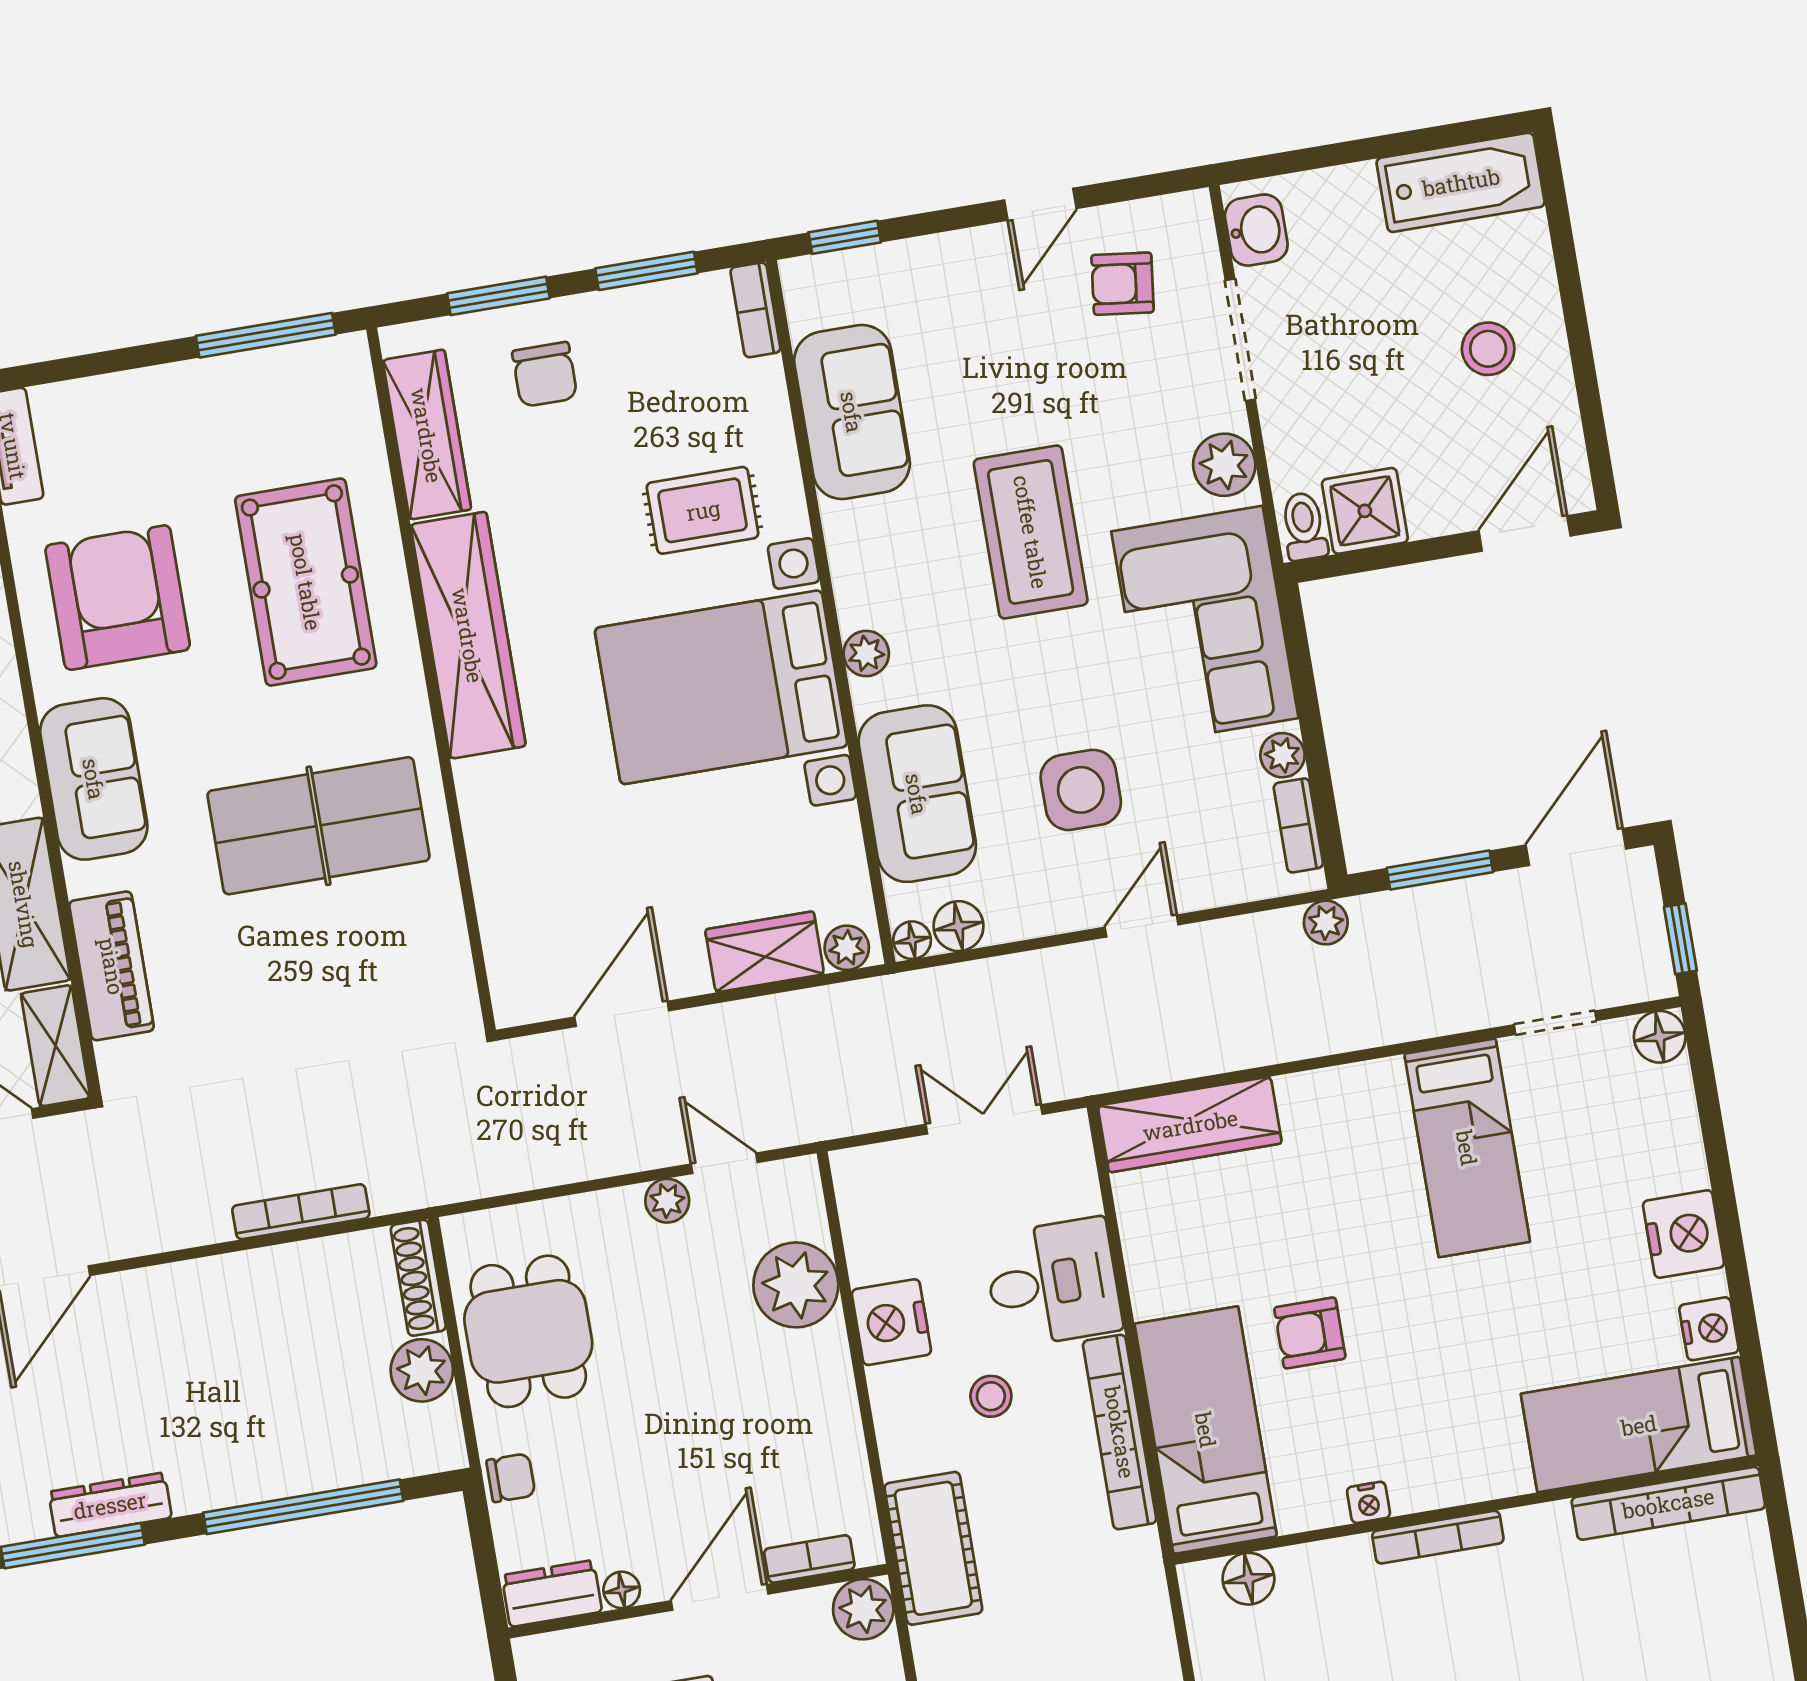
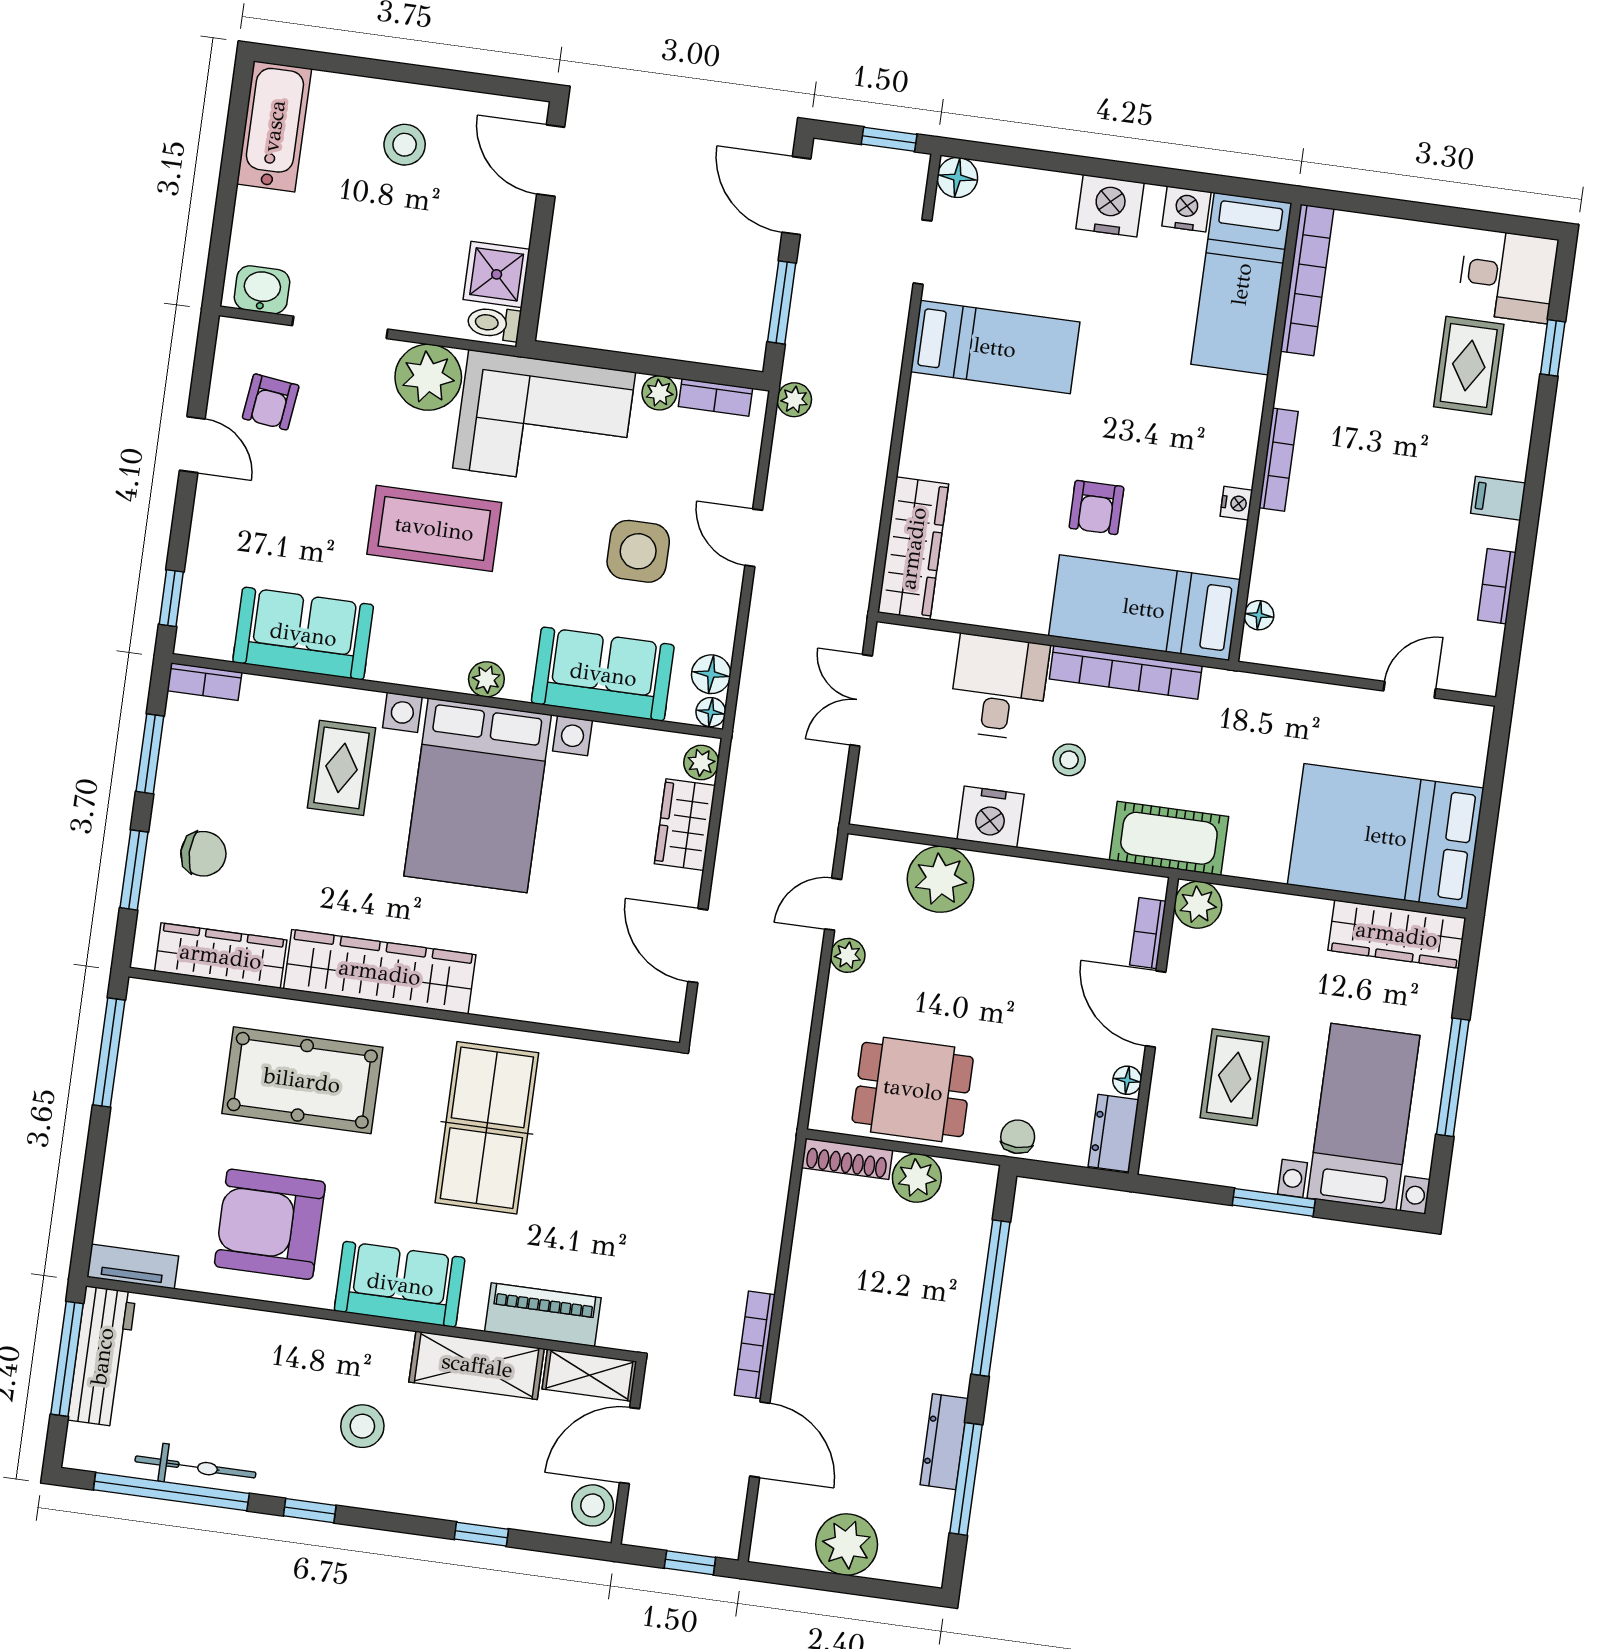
plant: (1224, 465) -> (428, 377), width x1.36, depth x1.36
bookcase: (301, 1212) -> (755, 1345), moved
floor lamp: (1248, 1579) -> (1259, 615), width x0.73, depth x0.73

